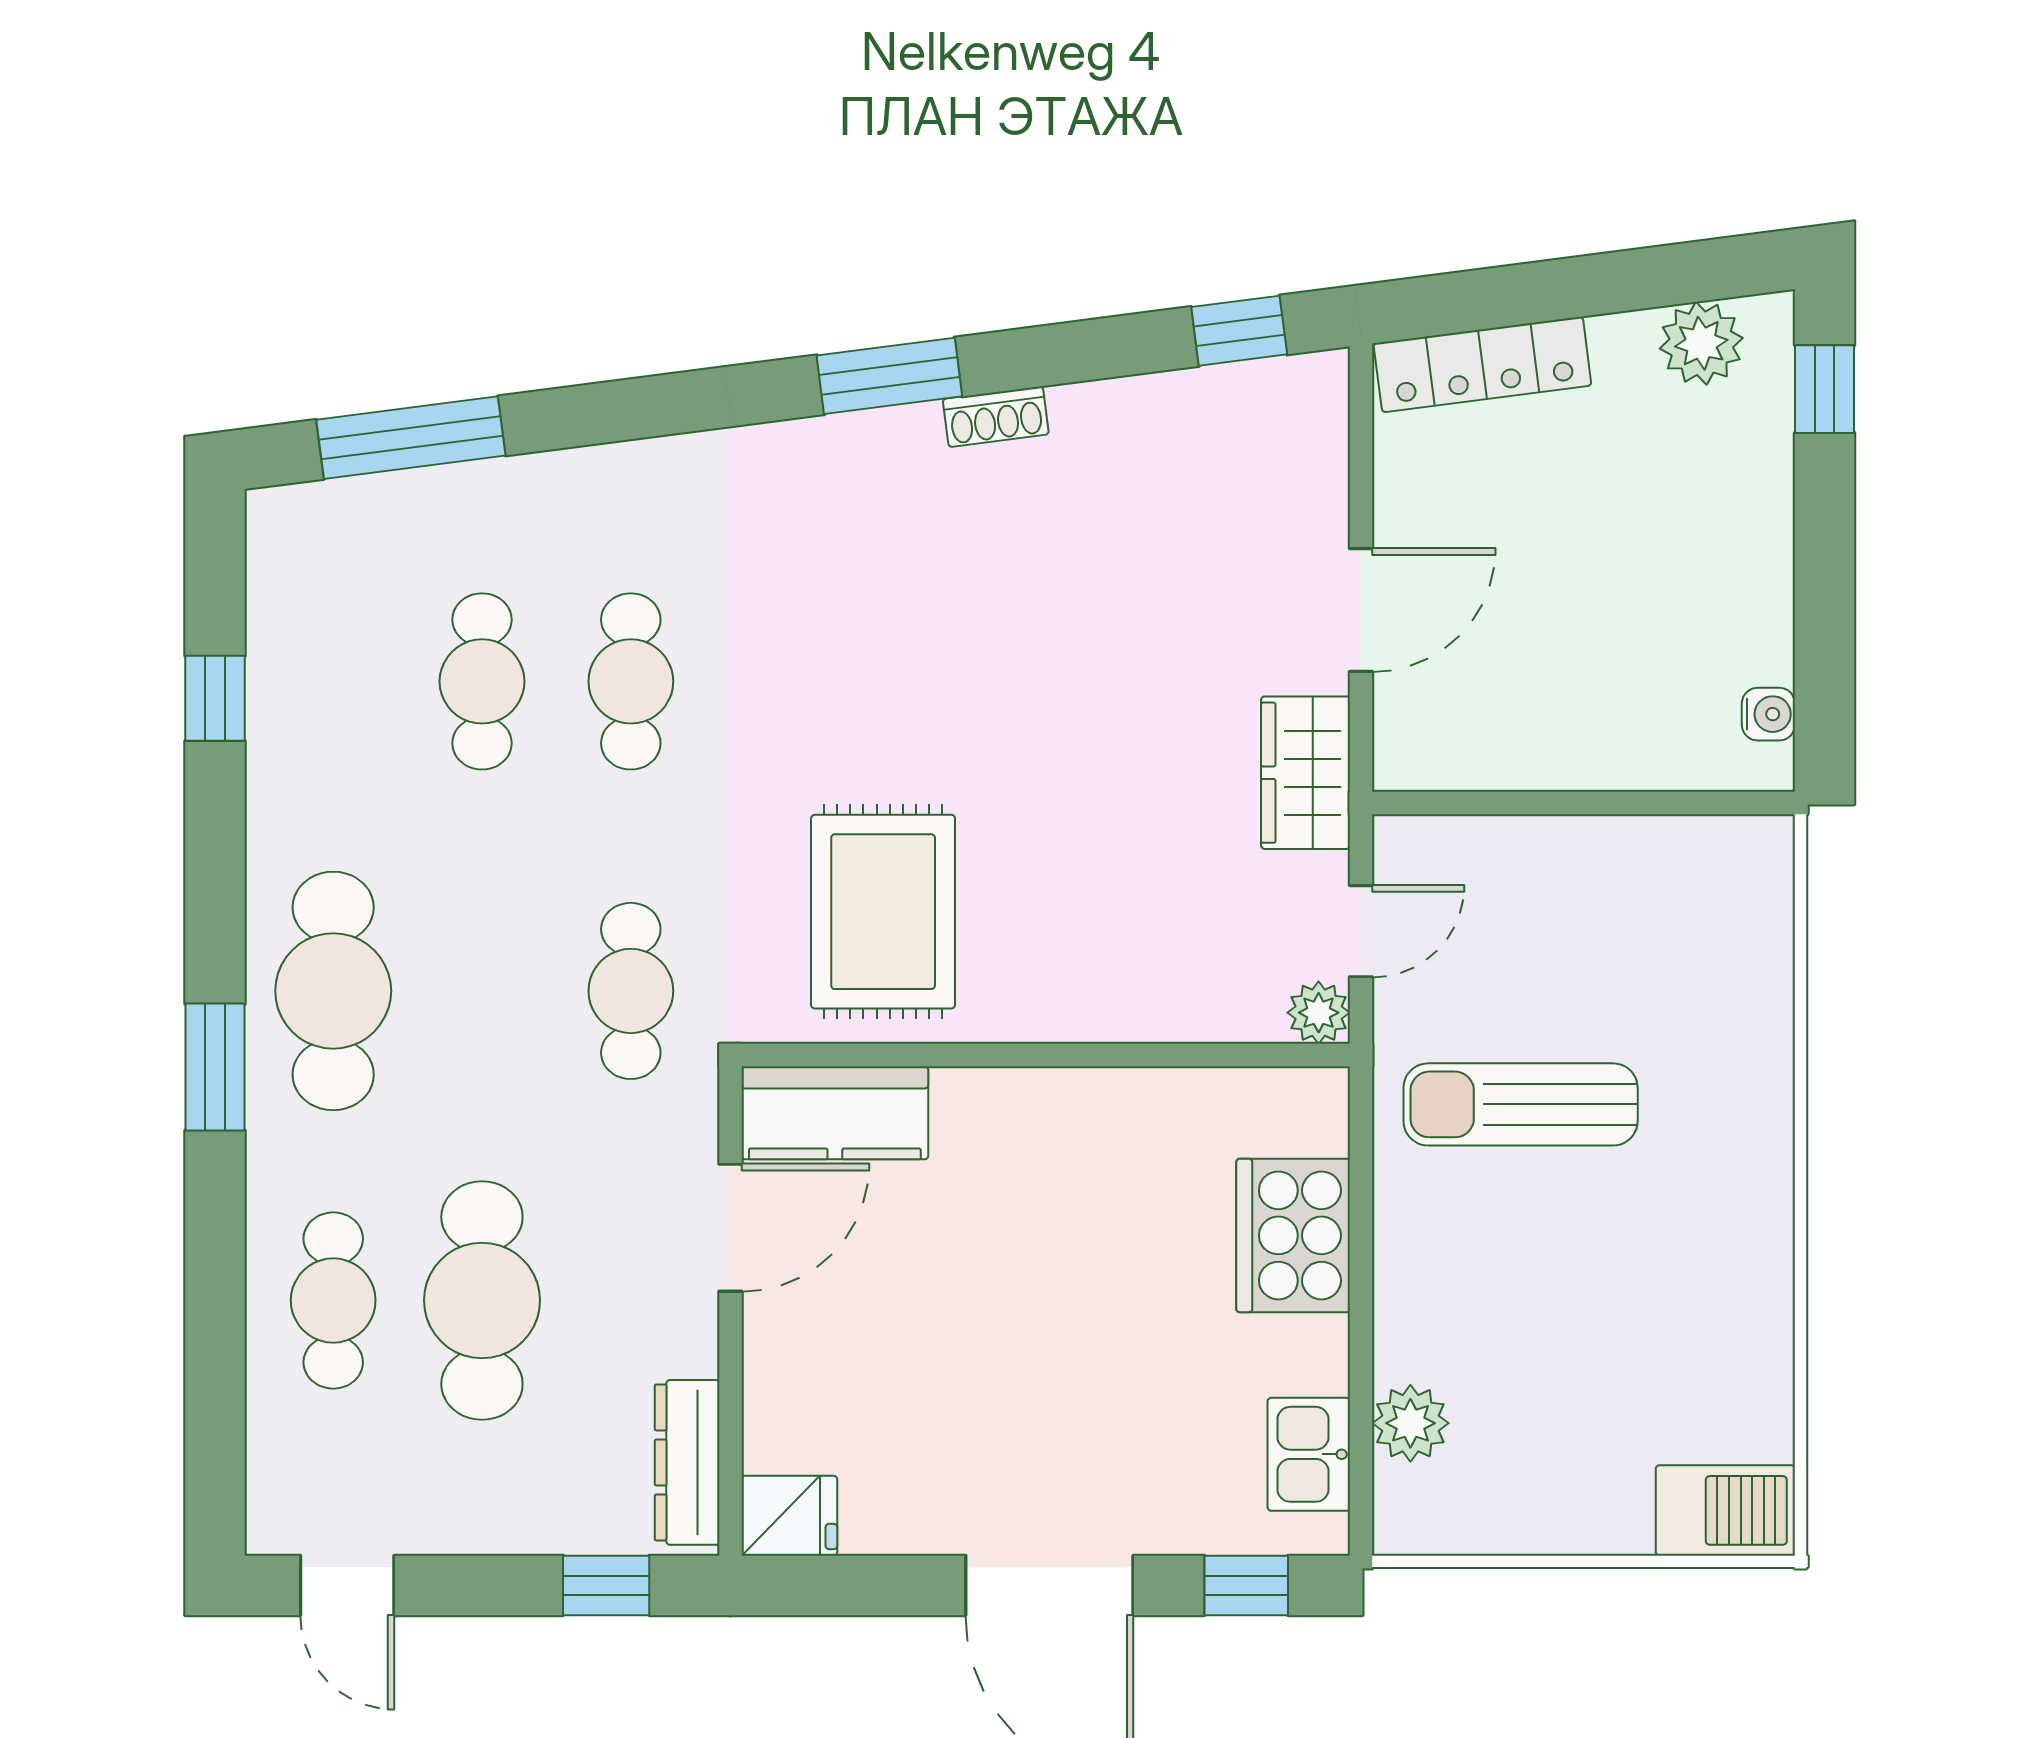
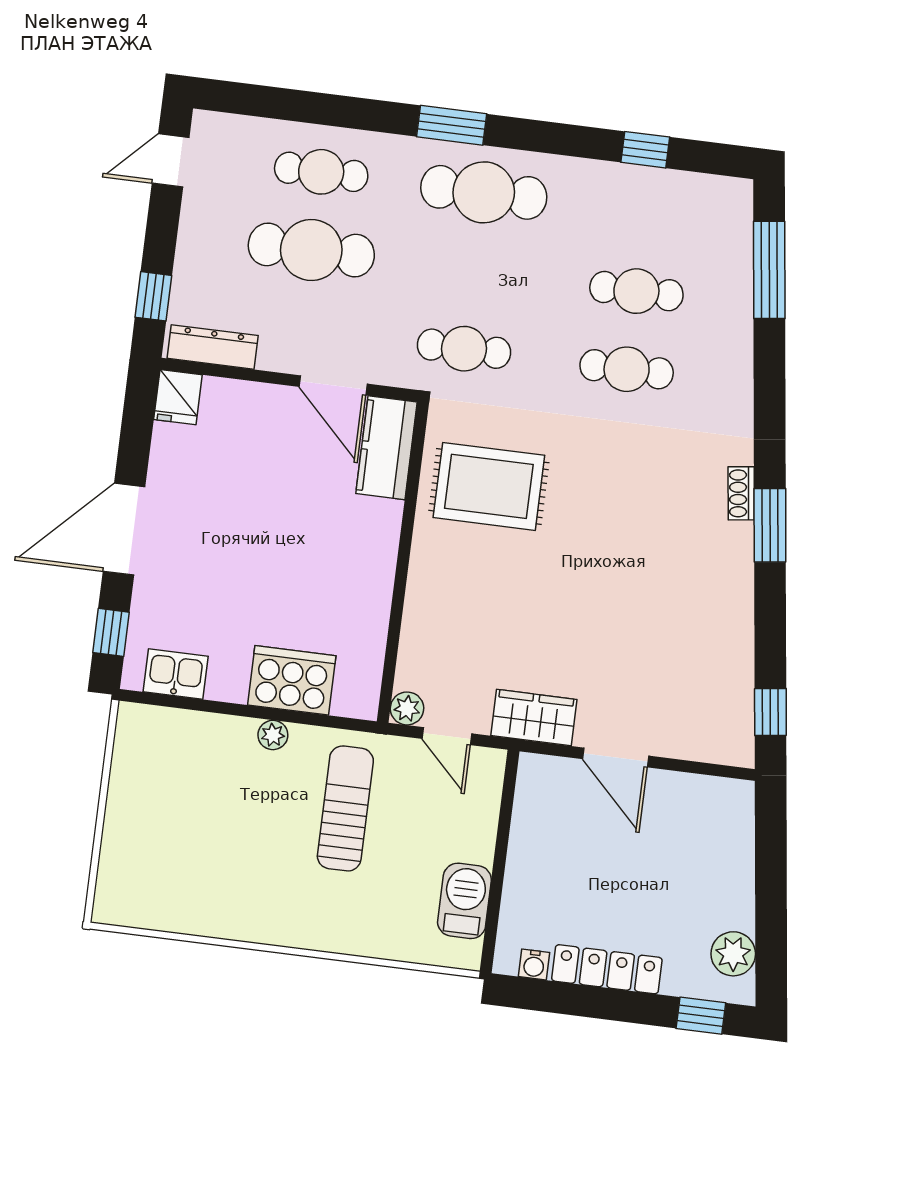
locker: (1482, 364) -> (607, 969), moved, turned 97
shoe rack: (996, 417) -> (741, 493), moved
plant: (1410, 1423) -> (273, 735), moved, width x0.73, depth x0.73
barbecue: (1725, 1510) -> (464, 901), moved, turned 180

